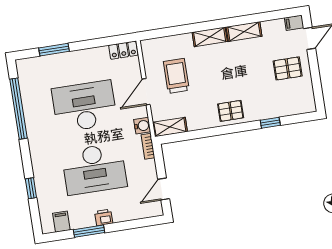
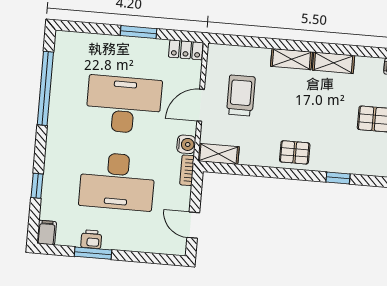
window: (54, 50) -> (138, 32), moved
door: (164, 189) -> (193, 225), hinge flipped
printer: (104, 217) -> (91, 239), moved
filing cabinet: (61, 222) -> (47, 232), moved

